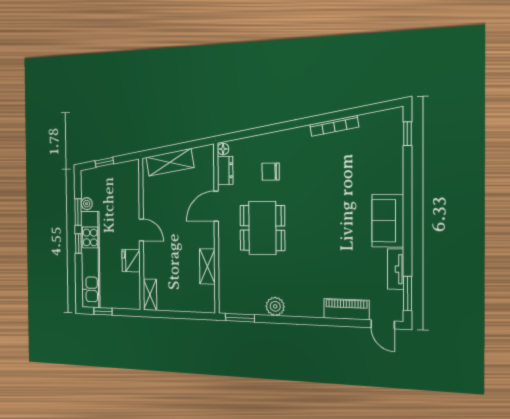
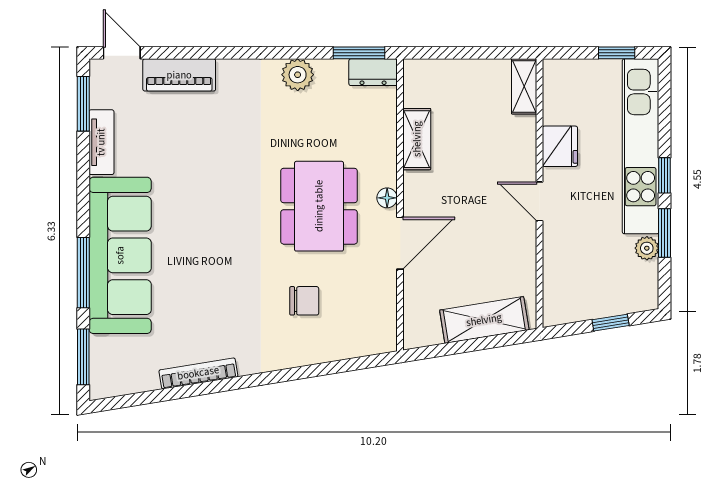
window: (407, 134) -> (83, 357), width x1.50
floor lamp: (223, 149) -> (387, 198), moved
dresser: (225, 170) -> (373, 72), moved, turned -90
window: (407, 187) -> (83, 273), added
sofa: (388, 221) -> (120, 255), width x1.85, depth x1.27

